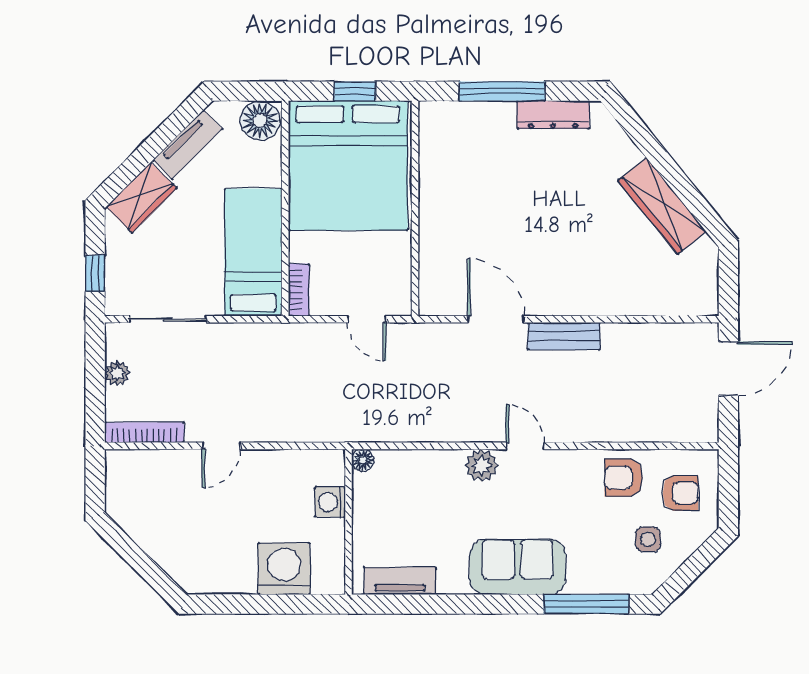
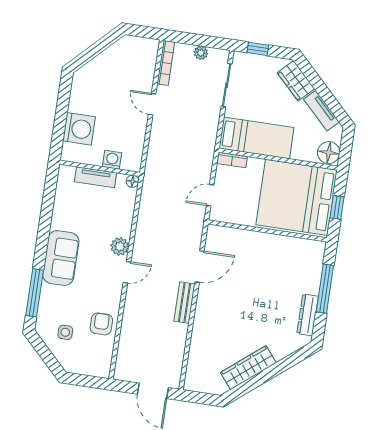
armchair: (681, 493) -> (88, 354), removed
tv unit: (400, 581) -> (95, 177), moved, turned 90

